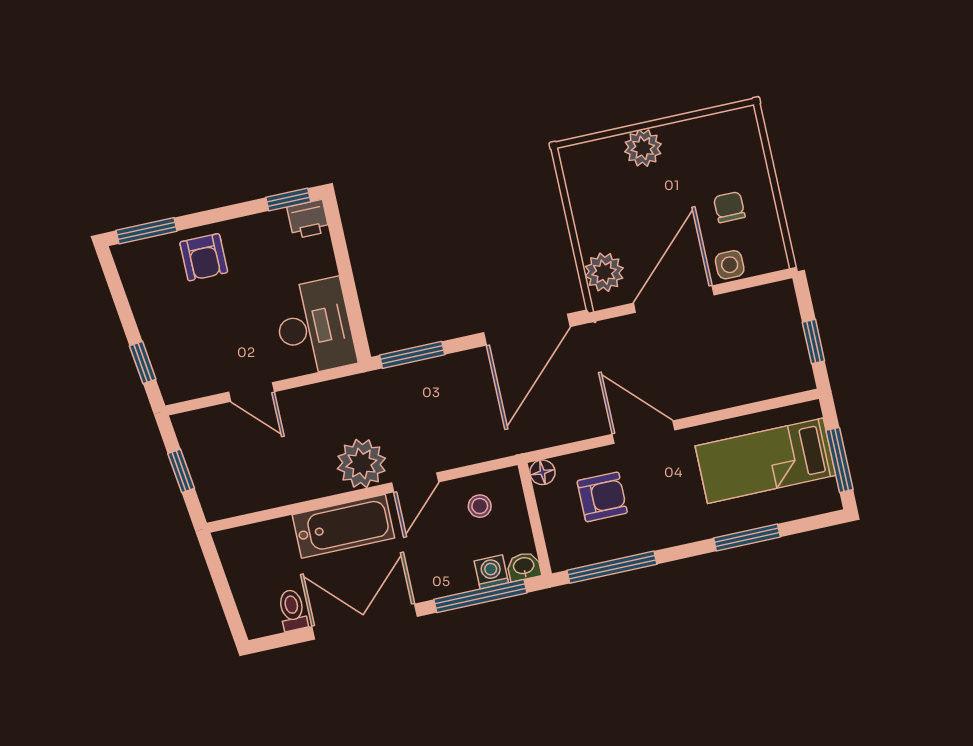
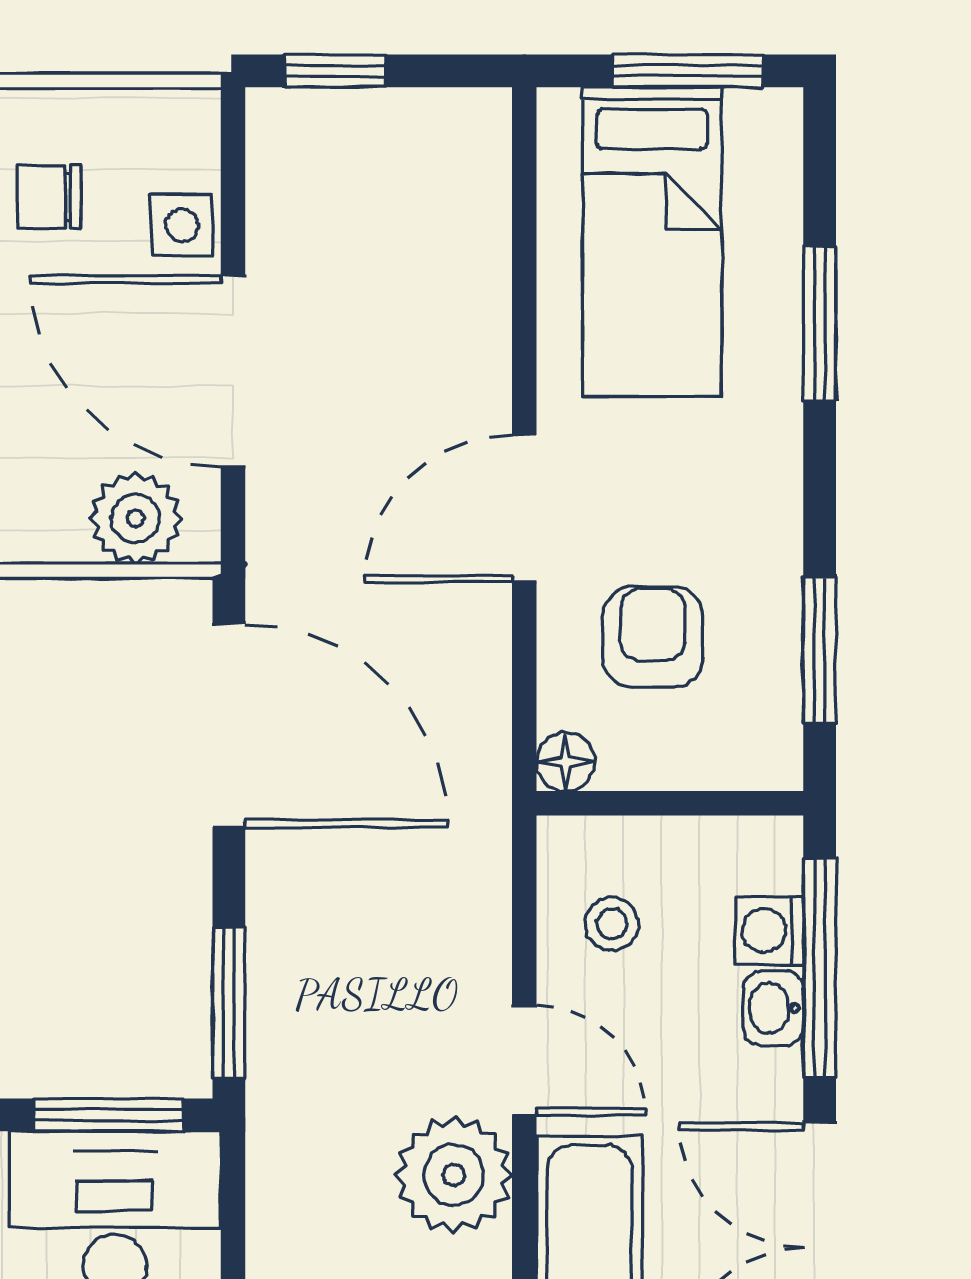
window: (355, 315) -> (108, 1115), added
window: (813, 342) -> (335, 71), moved
washbasin: (524, 566) -> (773, 1008), moved
window: (612, 567) -> (820, 650), width x0.69

